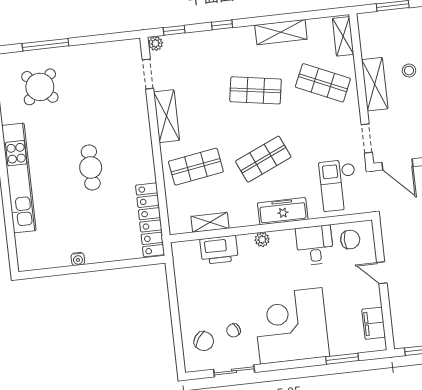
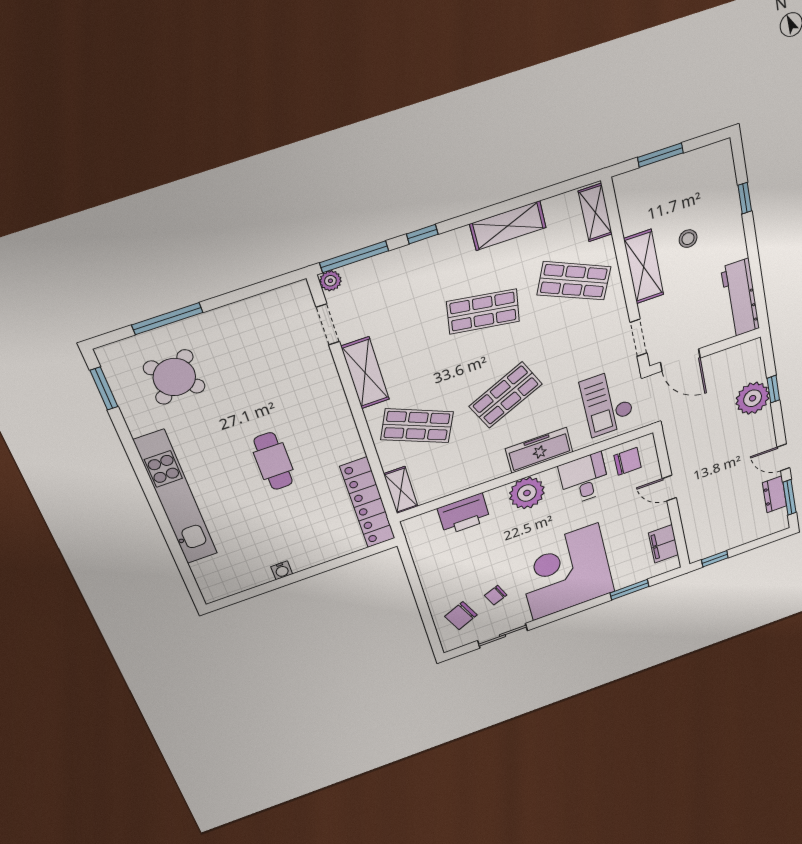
window: (174, 30) -> (354, 257), width x2.17
shop shelf: (196, 167) -> (417, 426), turned 33
shelving: (210, 222) -> (401, 490), moved, turned 90
plant: (262, 240) -> (527, 493), width x1.88, depth x1.88
chair: (204, 341) -> (461, 616), turned 121

